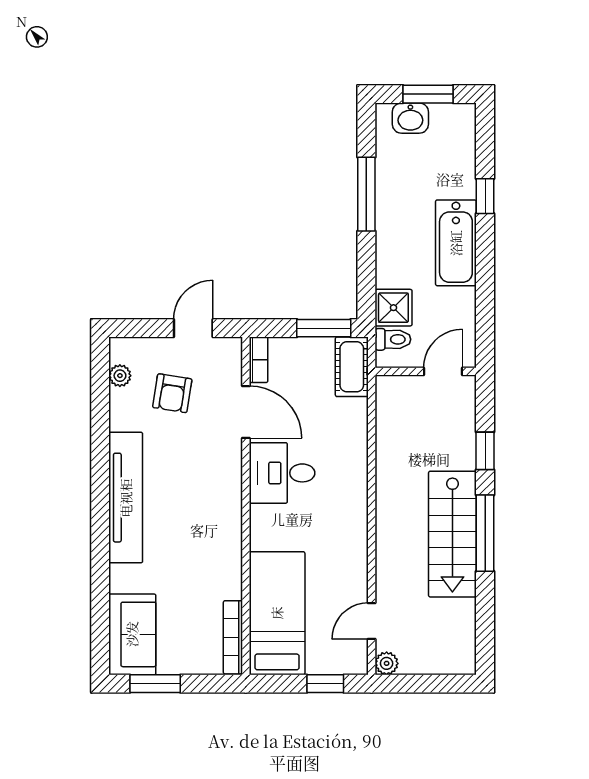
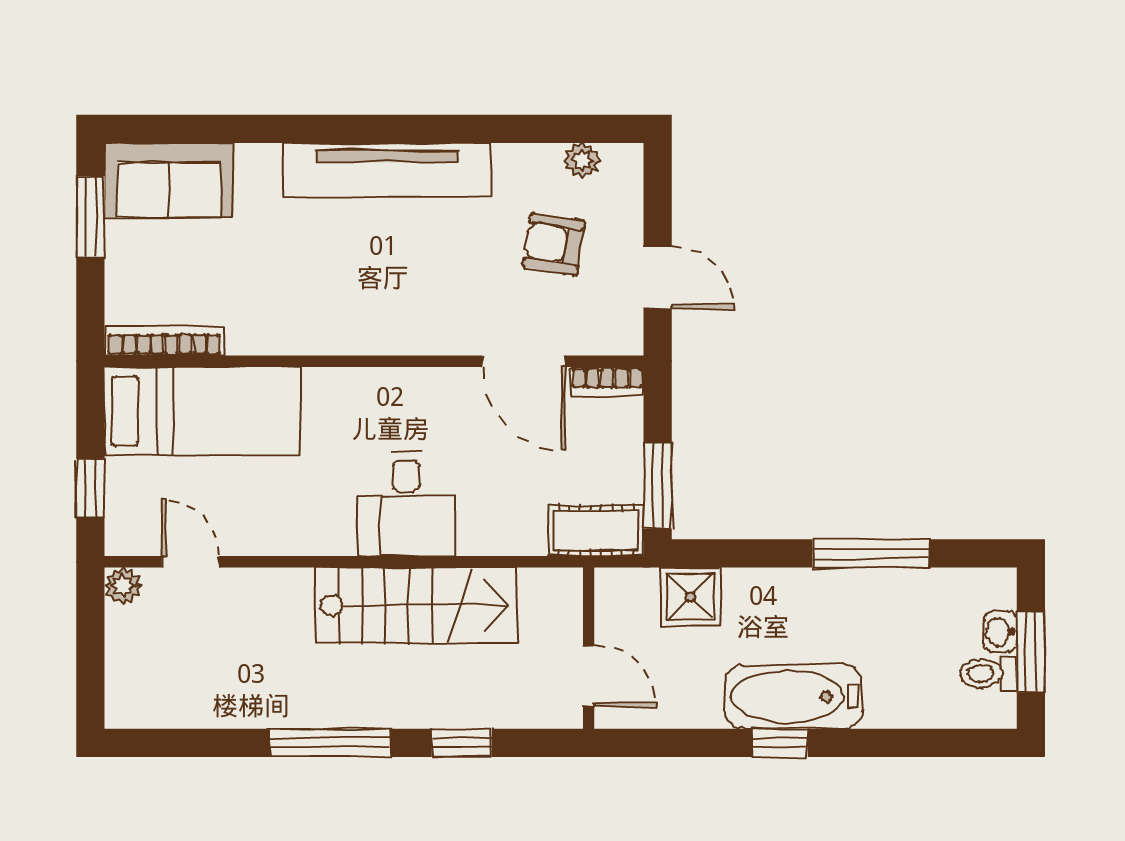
washbasin: (410, 118) -> (1000, 632), width x0.72, depth x0.69
window: (485, 196) -> (780, 743), moved
toilet: (393, 339) -> (989, 674), moved, turned 90
door: (246, 412) -> (524, 361), hinge flipped
desk: (282, 473) -> (406, 504), moved, turned 180
stairs: (452, 534) -> (416, 605), moved, turned 180

